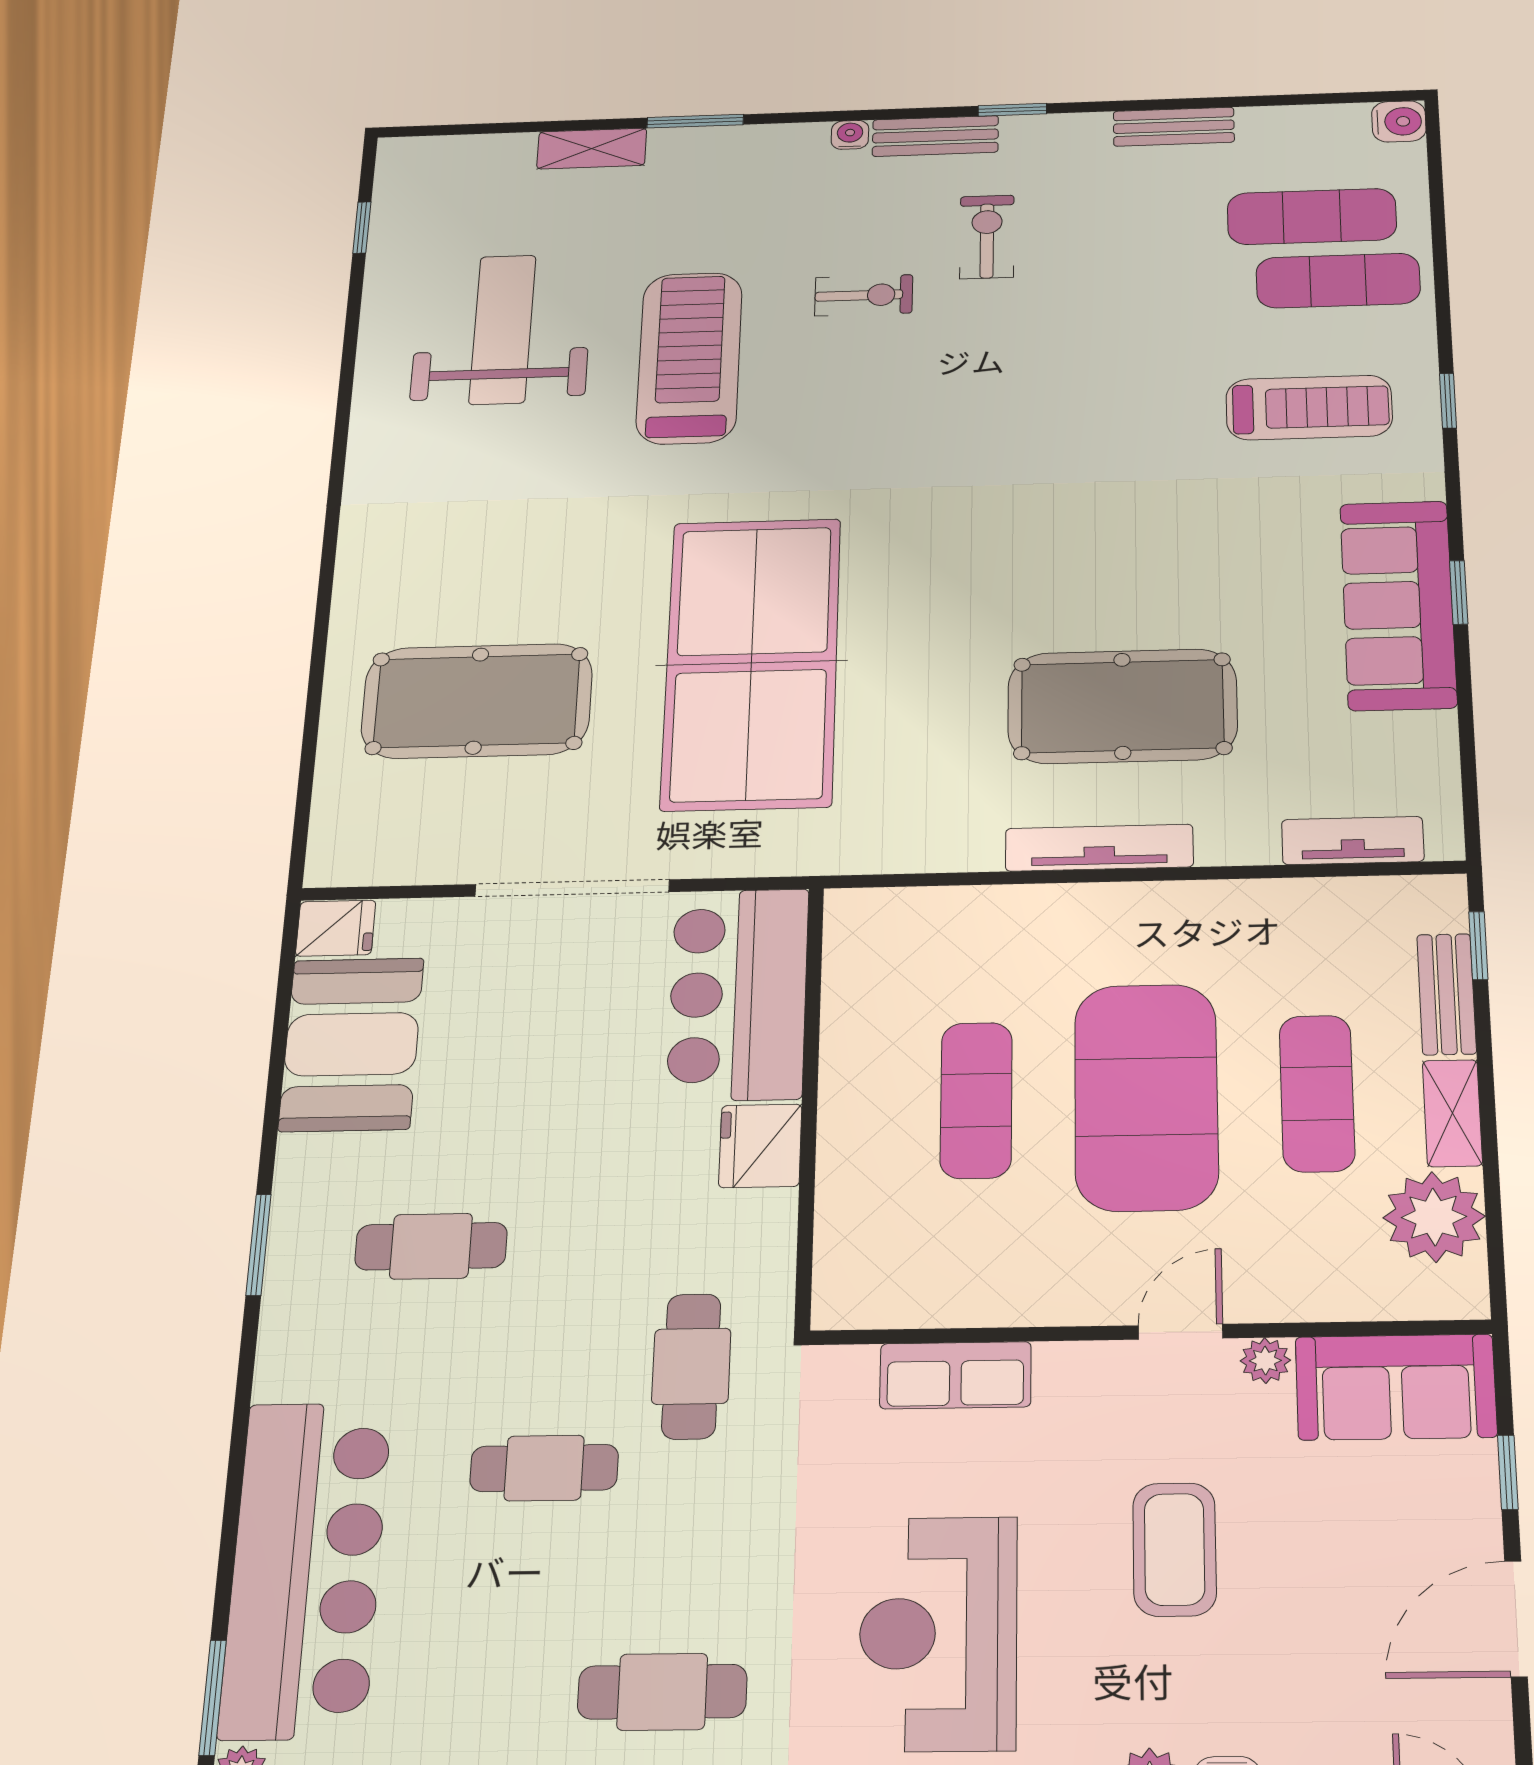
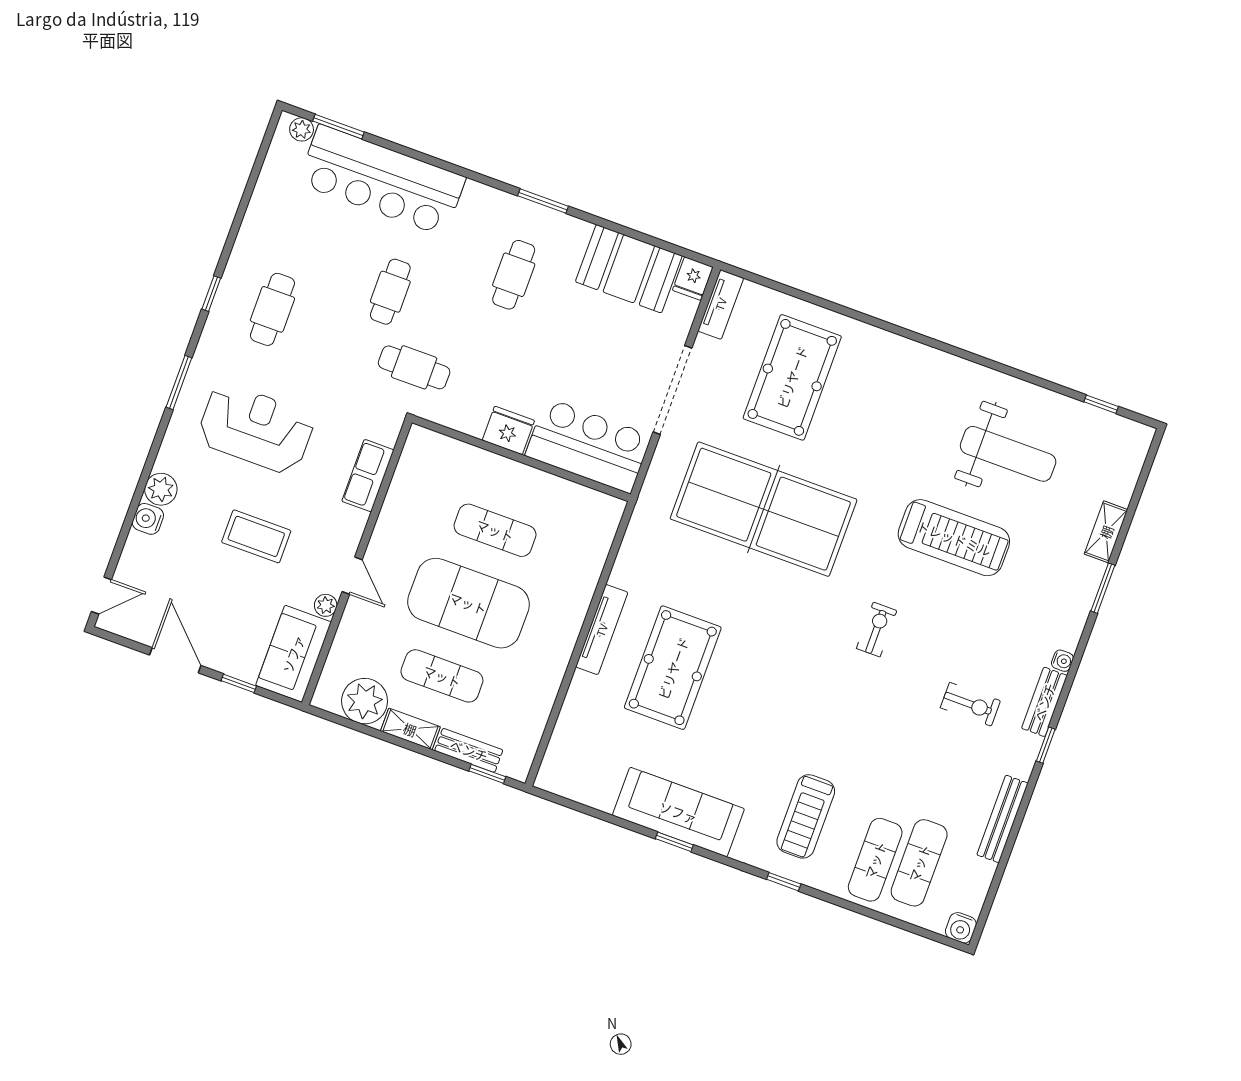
bench: (1174, 127) -> (1002, 819), width x1.36
exercise bike: (864, 295) -> (877, 629), moved, turned 180
tv unit: (1353, 841) -> (721, 304), moved

